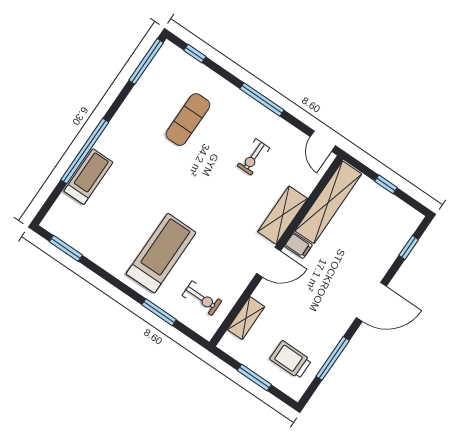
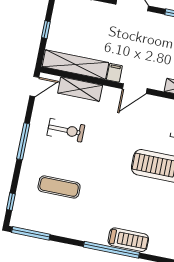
exercise bike: (253, 157) -> (66, 130), width x1.38, depth x1.39
treadmill: (88, 177) -> (128, 240), turned 180
shelving: (283, 215) -> (80, 89), moved
door: (269, 262) -> (135, 89), swing flipped

